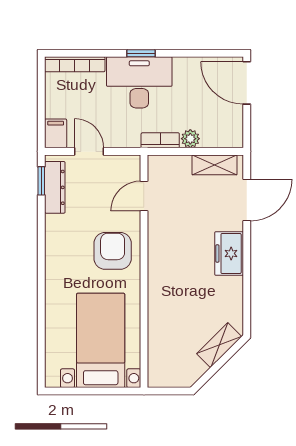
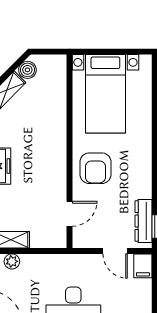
plant: (190, 139) -> (12, 261), moved
bookcase: (160, 140) -> (56, 260), removed
boiler: (194, 369) -> (27, 70), added

